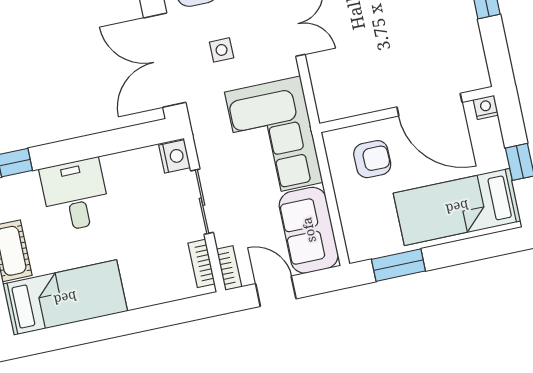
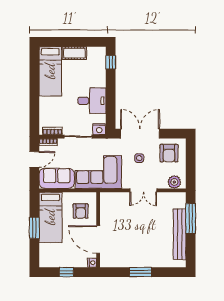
door: (429, 105) -> (98, 240), hinge flipped
desk: (75, 195) -> (92, 101), moved
bed: (457, 207) -> (50, 217), moved, turned 180
window: (398, 265) -> (34, 228), moved

